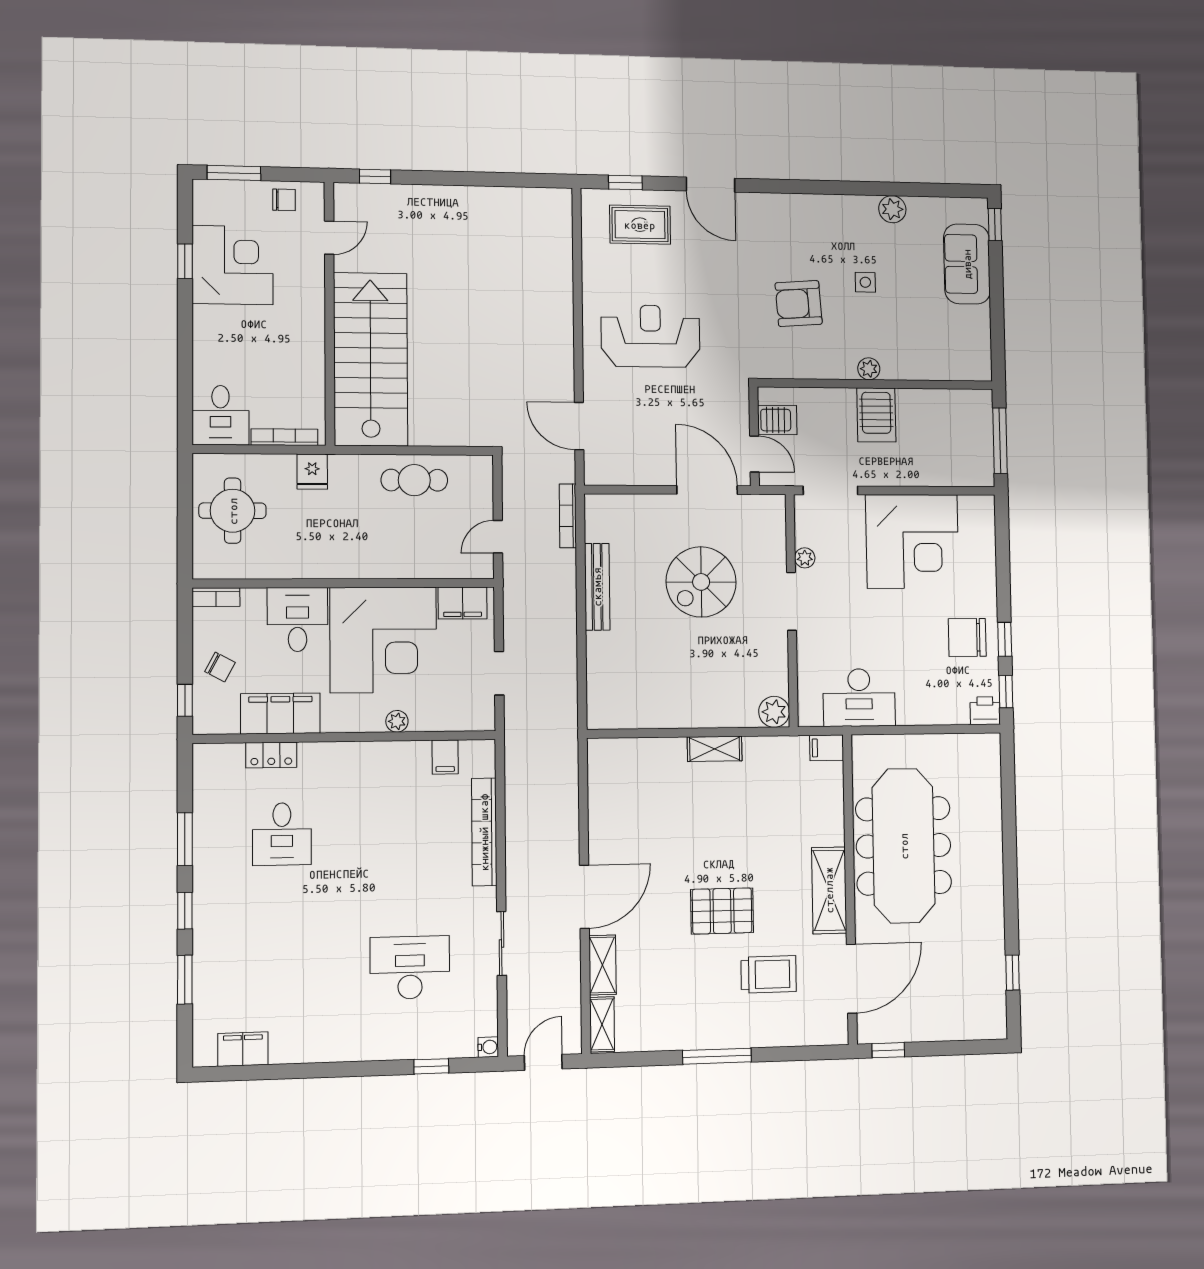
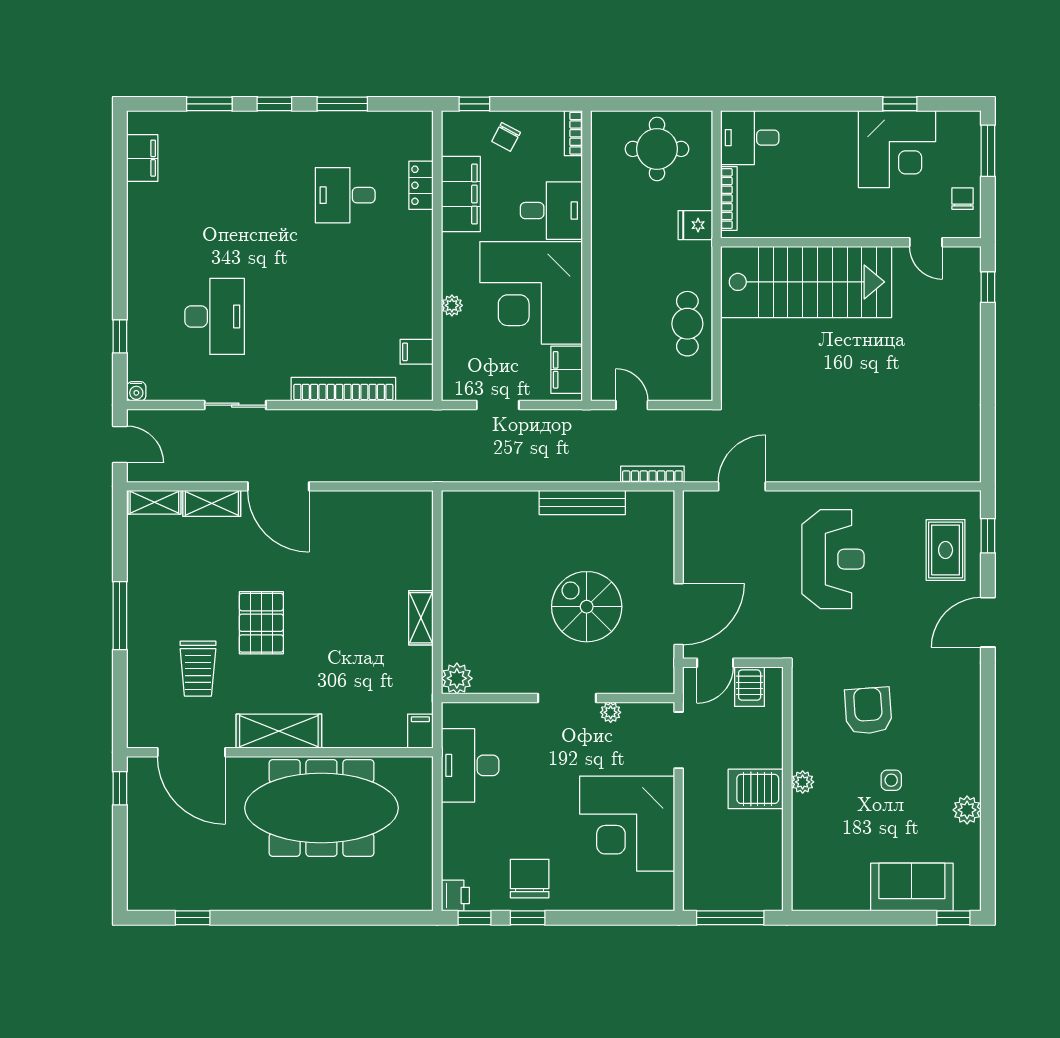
chair: (284, 200) -> (963, 199), turned 180

